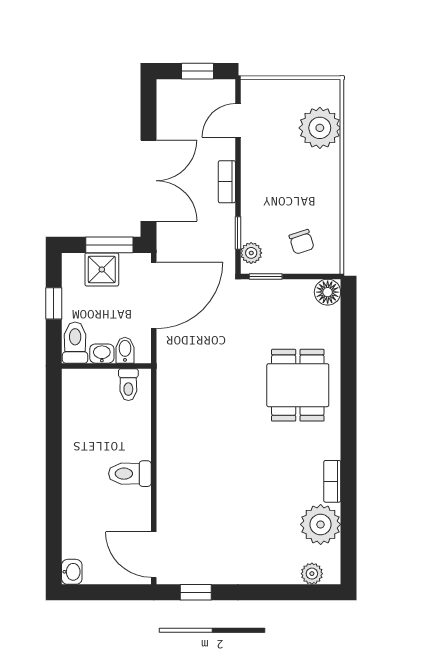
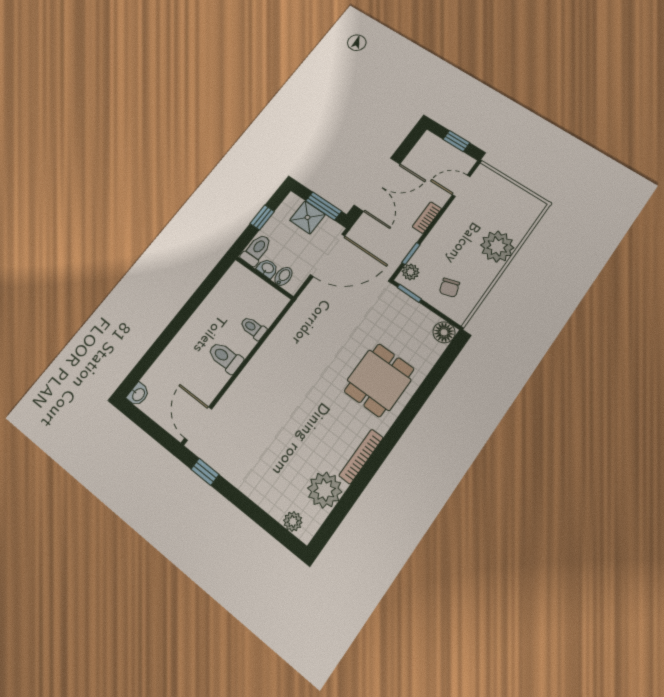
plant: (320, 128) -> (497, 246), moved
toilet: (128, 385) -> (253, 328), moved, turned 90
bookcase: (332, 481) -> (361, 456), width x1.56

